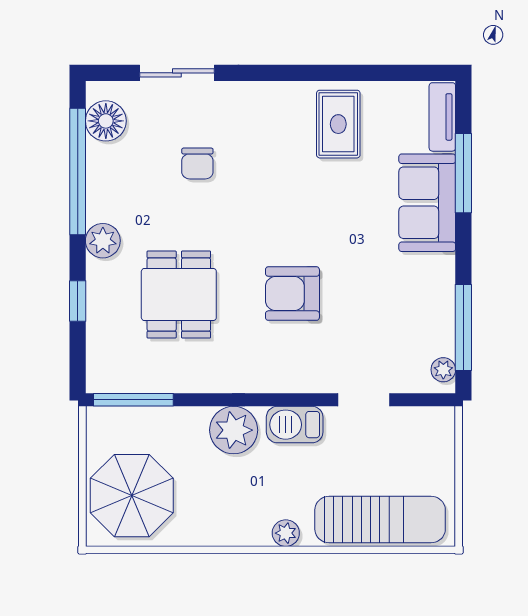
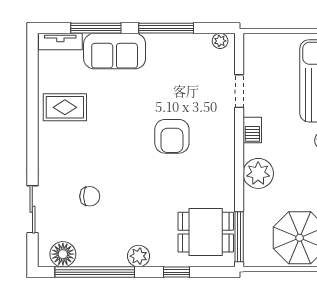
dining table: (179, 295) -> (206, 232), moved
window: (463, 327) -> (166, 28), moved
barbecue: (295, 425) -> (252, 130), width x0.73, depth x0.79

